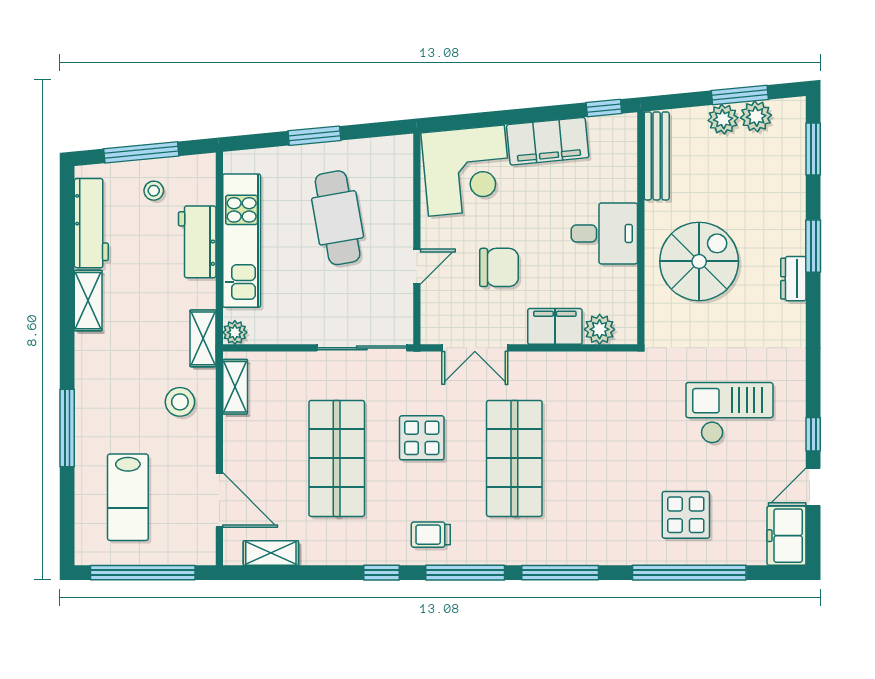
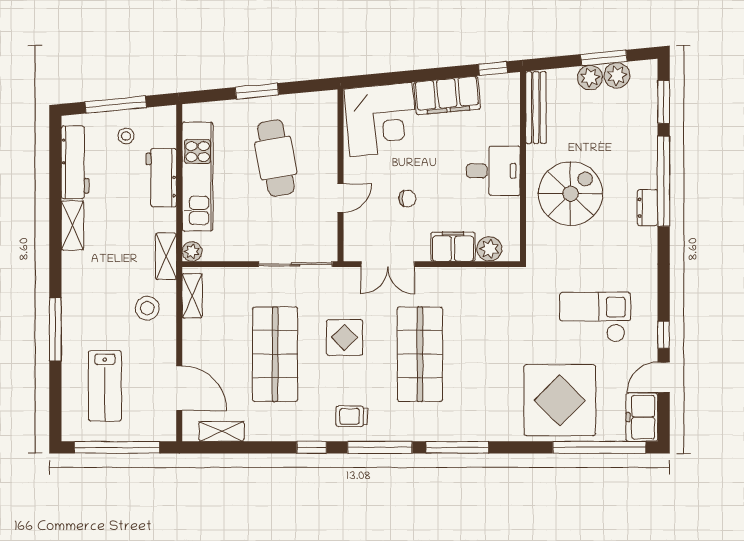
window: (813, 246) -> (664, 181), width x2.11
chair: (499, 267) -> (407, 199), width x0.54, depth x0.54
display table: (686, 515) -> (560, 400), width x1.86, depth x1.86
window: (689, 573) -> (599, 447), moved

